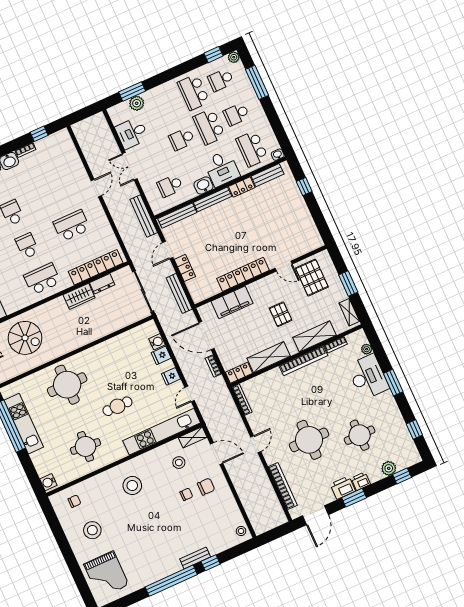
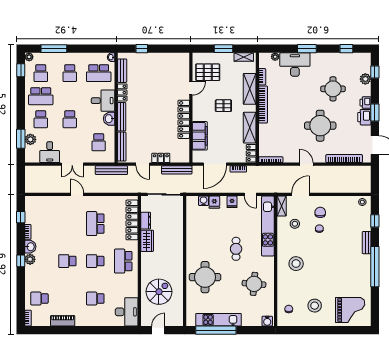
school desk: (209, 127) -> (41, 119), moved, width x0.54
window: (211, 563) -> (375, 221), moved

